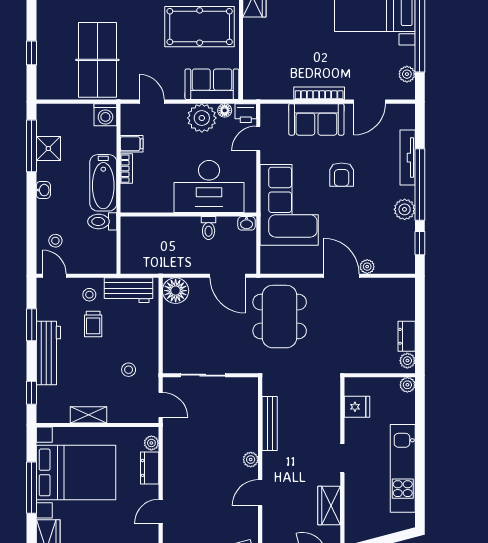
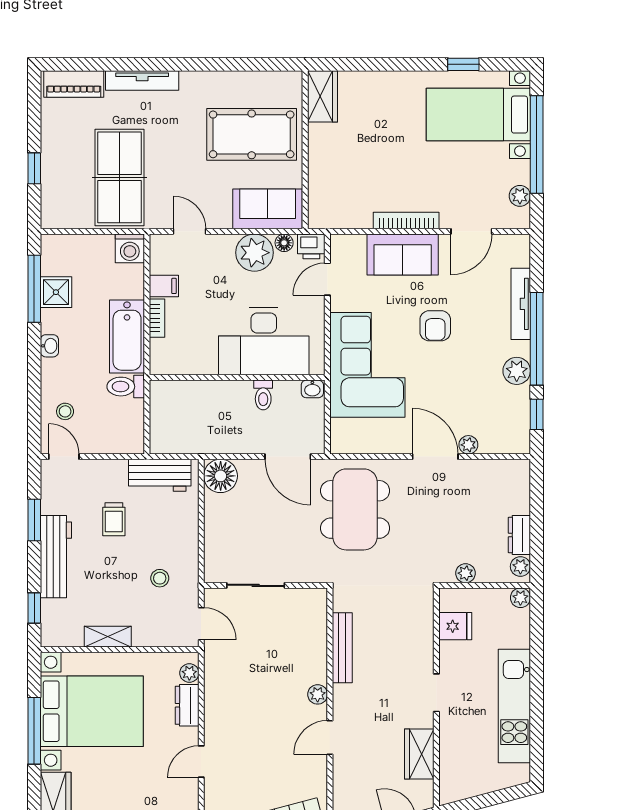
stool: (89, 295) -> (109, 481), removed
plant: (365, 366) -> (465, 573), added

